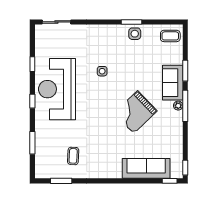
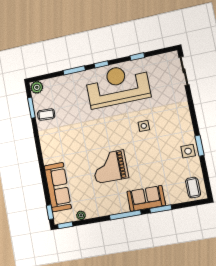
plant: (178, 106) -> (81, 215), moved
grand piano: (136, 112) -> (110, 167), turned -46
window: (32, 143) -> (74, 70), moved
coffee table: (73, 156) -> (46, 115), moved
plant: (41, 171) -> (37, 87), added

